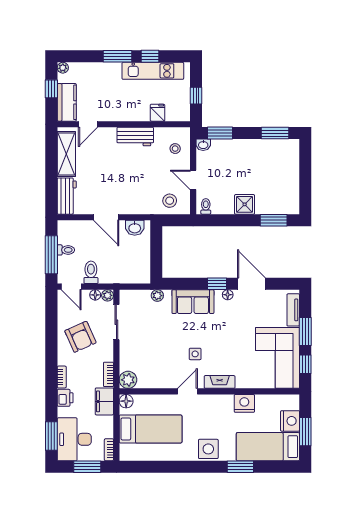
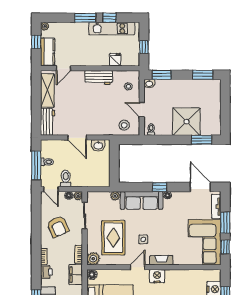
shower: (245, 204) -> (186, 122), width x1.86, depth x1.86
door: (251, 284) -> (200, 187), moved
sofa: (193, 302) -> (142, 200), width x1.36
rug: (155, 352) -> (113, 238), added
nightstand: (244, 403) -> (157, 276), moved

